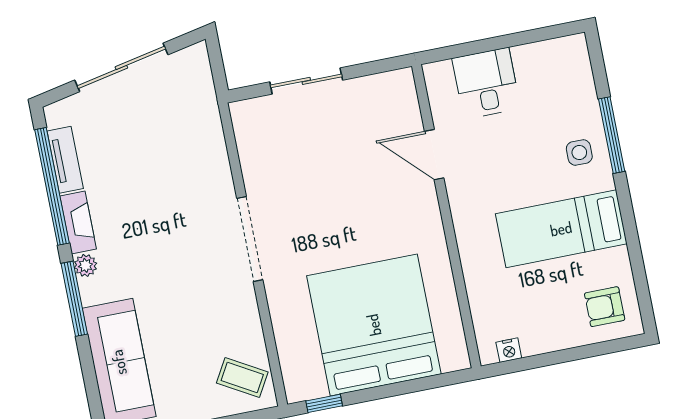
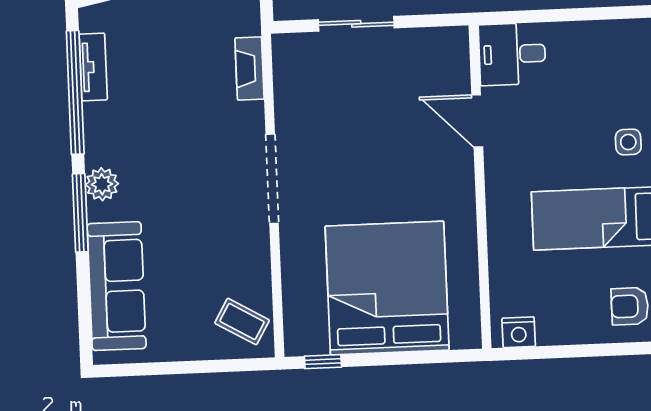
desk: (486, 83) -> (512, 54), moved, turned -90
fireplace: (78, 222) -> (249, 69), moved, turned 180
plant: (85, 265) -> (102, 184), width x1.38, depth x1.38
nightstand: (509, 350) -> (519, 332), width x1.39, depth x1.35

